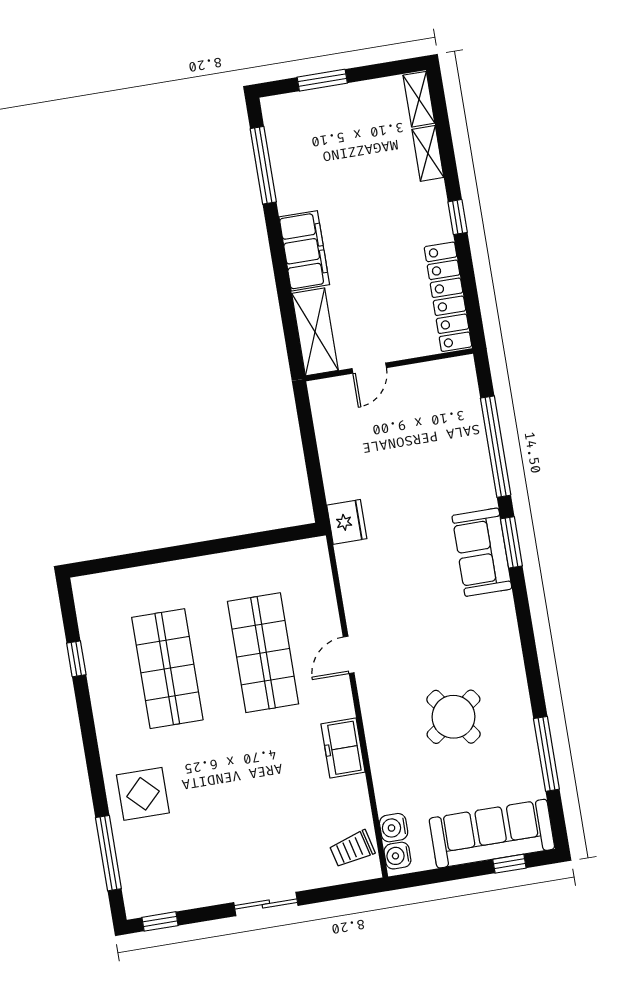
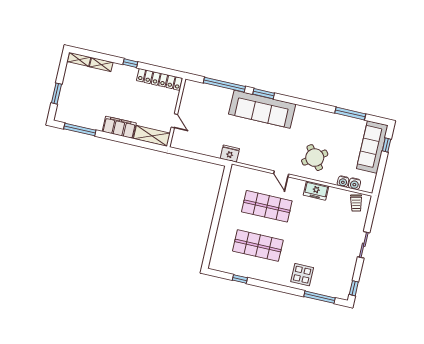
sofa: (482, 552) -> (262, 109), width x1.85, depth x1.27
round table: (453, 717) -> (315, 158), moved
water cooler: (397, 856) -> (343, 181), moved

